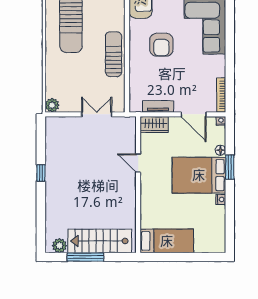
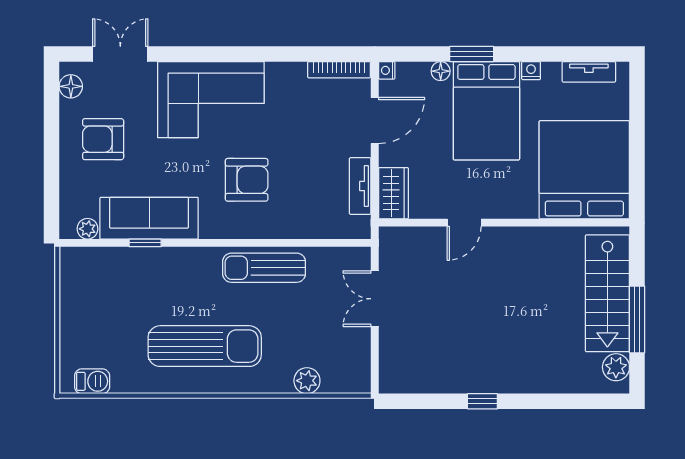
plant: (52, 105) -> (307, 381), moved
tv unit: (220, 231) -> (589, 72), added
bed: (167, 241) -> (584, 170), width x2.04

